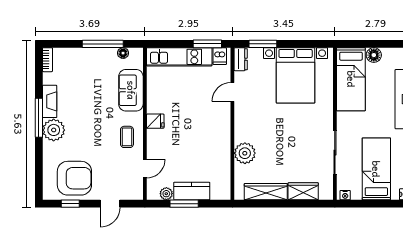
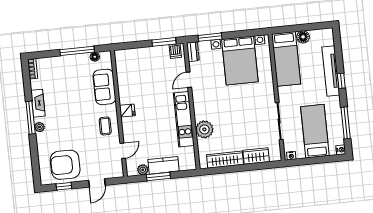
kitchen unit: (179, 57) -> (184, 119), moved, turned 90
plant: (54, 130) -> (40, 127), width x0.53, depth x0.53
armchair: (74, 178) -> (65, 165), turned 180

